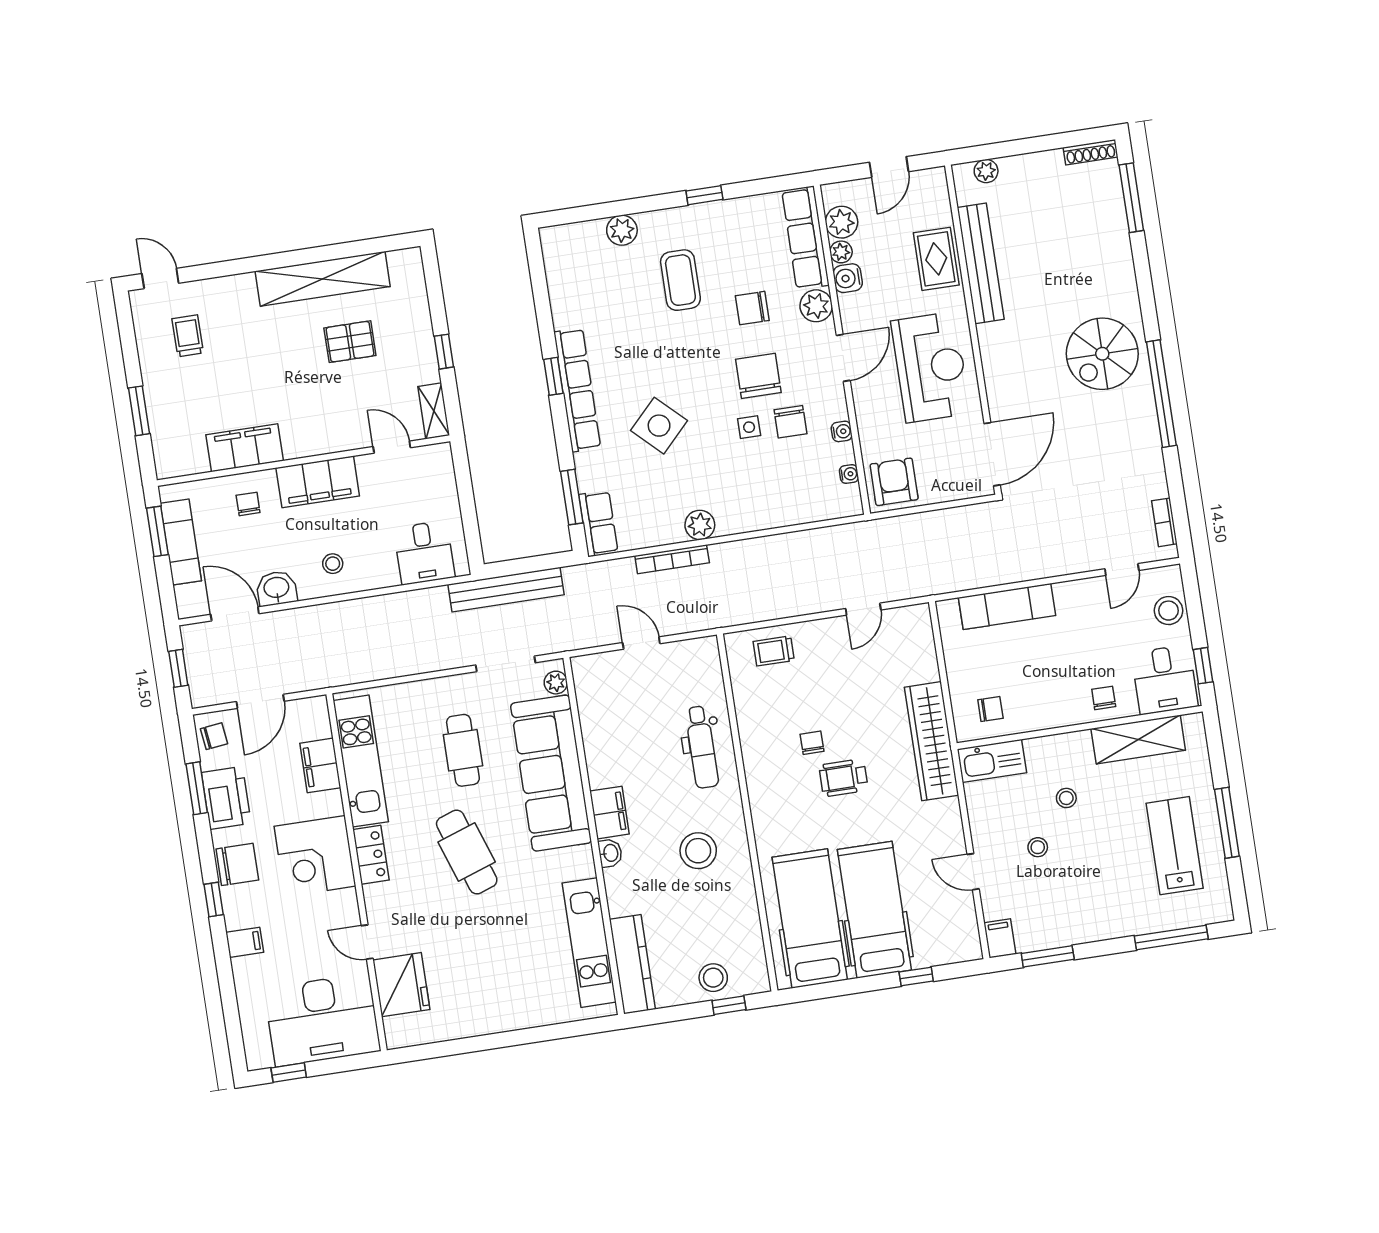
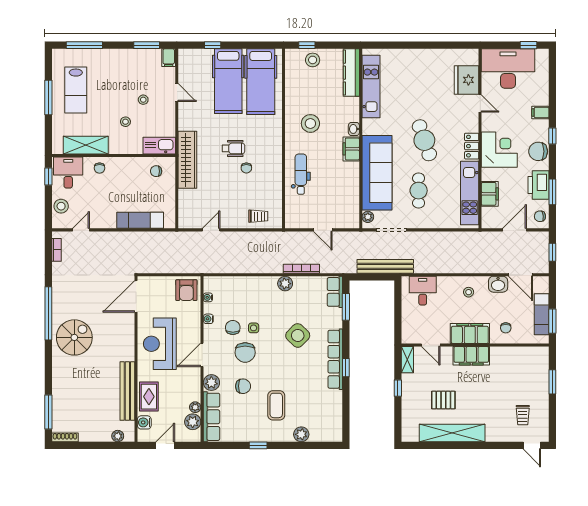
water cooler: (848, 278) -> (144, 422), moved, turned 180
filing cabinet: (245, 448) -> (471, 356), moved

